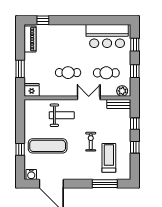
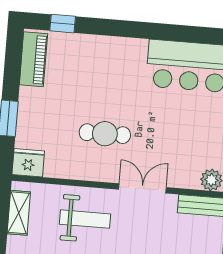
cafe table: (106, 73) -> (182, 141), removed
shelving: (29, 115) -> (19, 213), added

